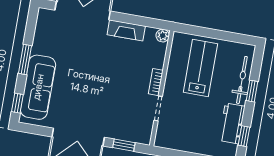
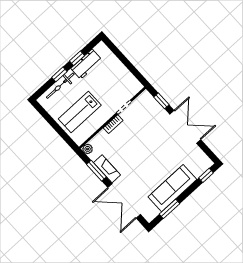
window: (136, 20) -> (96, 171), added
window: (25, 60) -> (170, 209), moved
sofa: (38, 87) -> (172, 188), moved
window: (244, 136) -> (77, 58), moved

